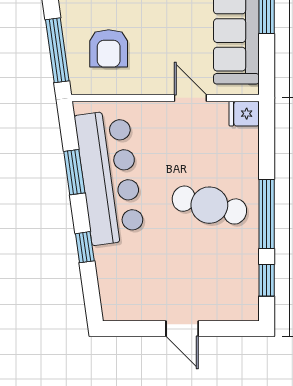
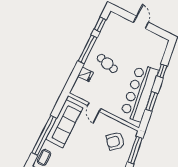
armchair: (109, 48) -> (115, 141), turned -132
fridge: (244, 114) -> (85, 74), moved
cafe table: (209, 205) -> (107, 63), width x0.73, depth x0.74

